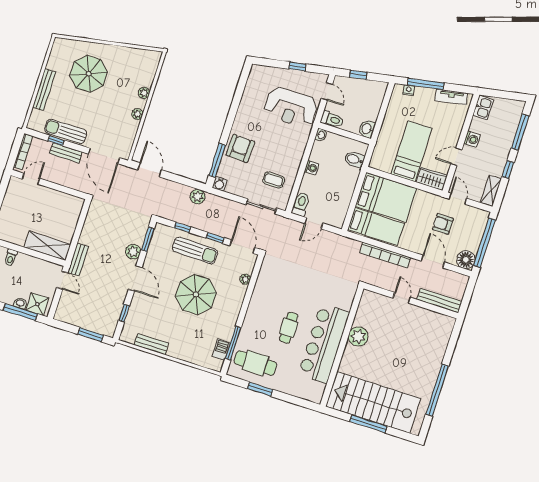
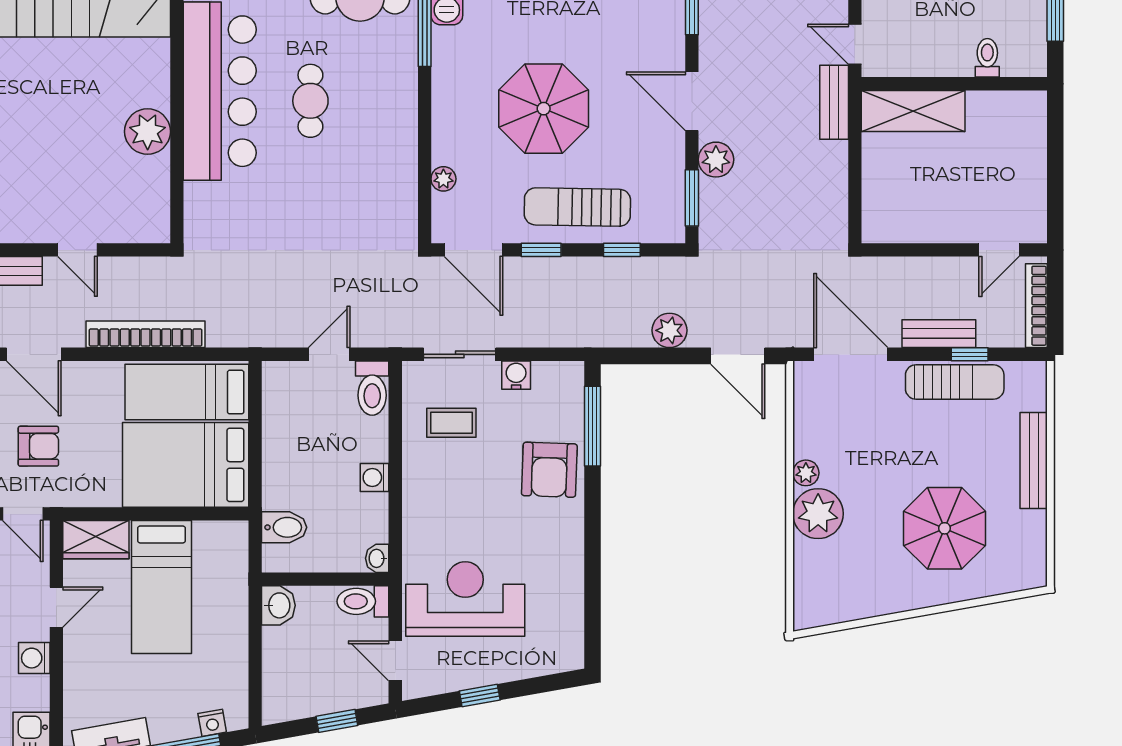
plant: (144, 93) -> (818, 514), width x1.88, depth x1.88
water cooler: (220, 184) -> (516, 375), moved
plant: (198, 197) -> (670, 330), moved

